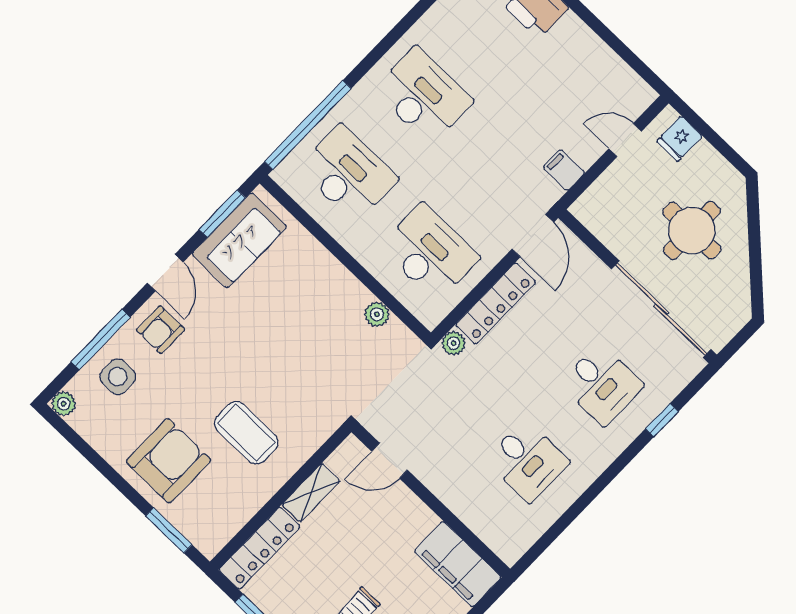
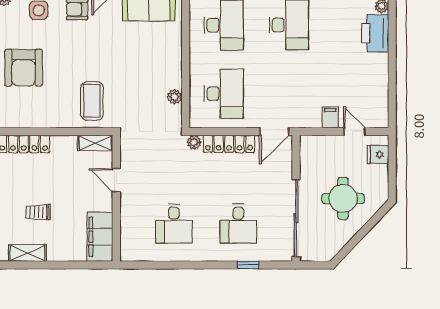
filing cabinet: (564, 170) -> (330, 117), moved
coffee table: (246, 433) -> (92, 101), moved
armchair: (169, 461) -> (23, 68), turned 90
door: (390, 461) -> (116, 180), moved
shelving: (311, 493) -> (95, 143), moved

